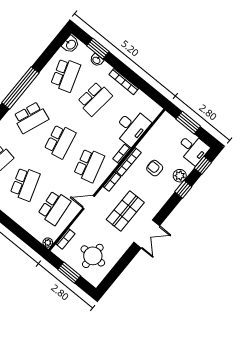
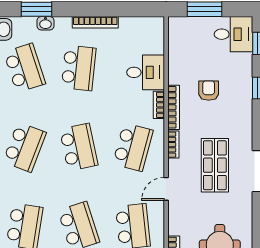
desk: (132, 127) -> (146, 72), width x0.73
school desk: (89, 165) -> (133, 147), turned 30
armchair: (155, 168) -> (209, 91), turned 90
plant: (180, 176) -> (243, 76), removed

